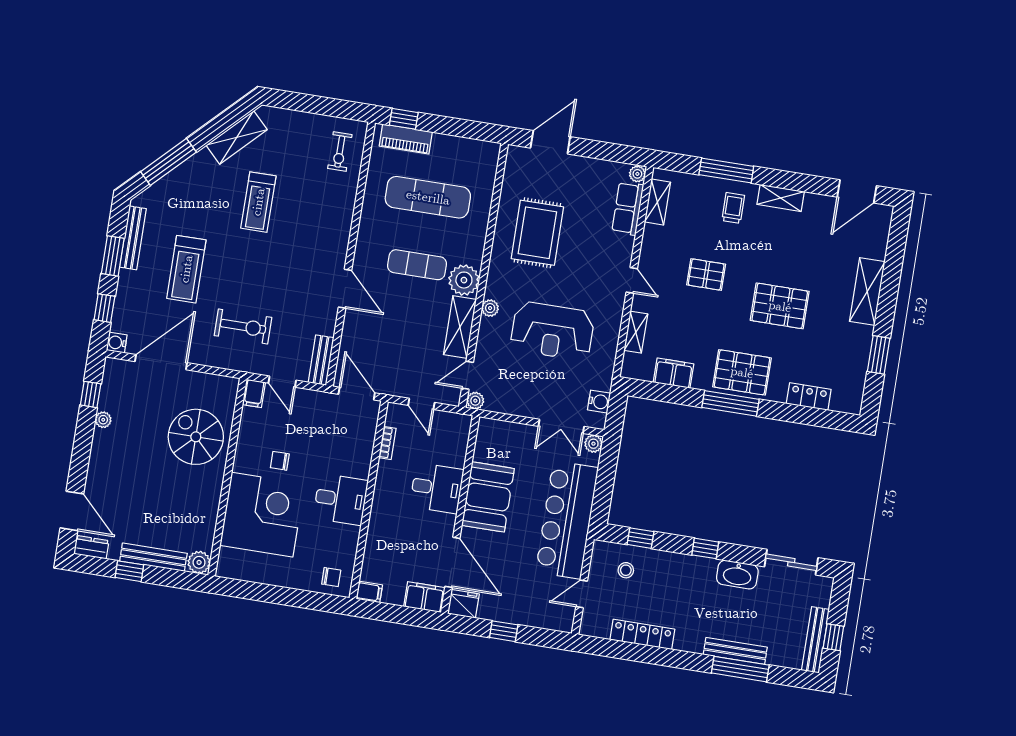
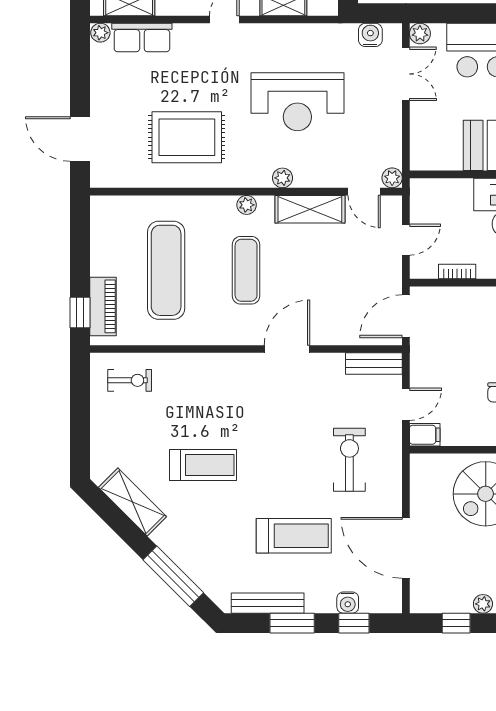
plant: (464, 280) -> (247, 205), width x0.53, depth x0.53
reception desk: (552, 331) -> (297, 102), turned 90
water cooler: (117, 343) -> (348, 603), moved

